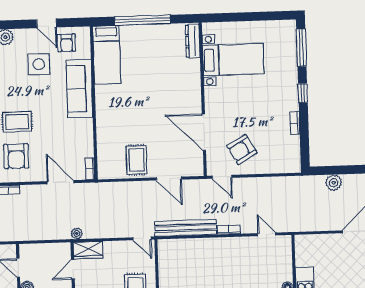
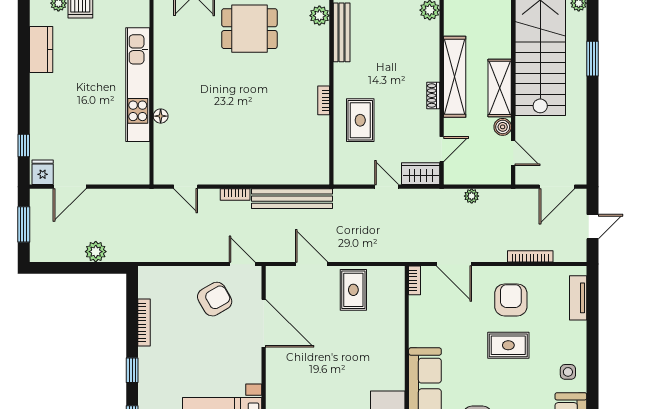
bookcase: (295, 123) -> (144, 323), width x1.56
plant: (77, 233) -> (472, 196), moved
door: (142, 238) -> (387, 187), moved

